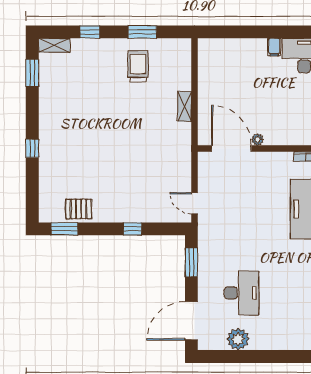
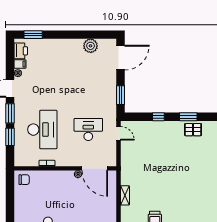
window: (64, 229) -> (188, 117), moved
desk: (241, 293) -> (88, 130), moved, turned 90

